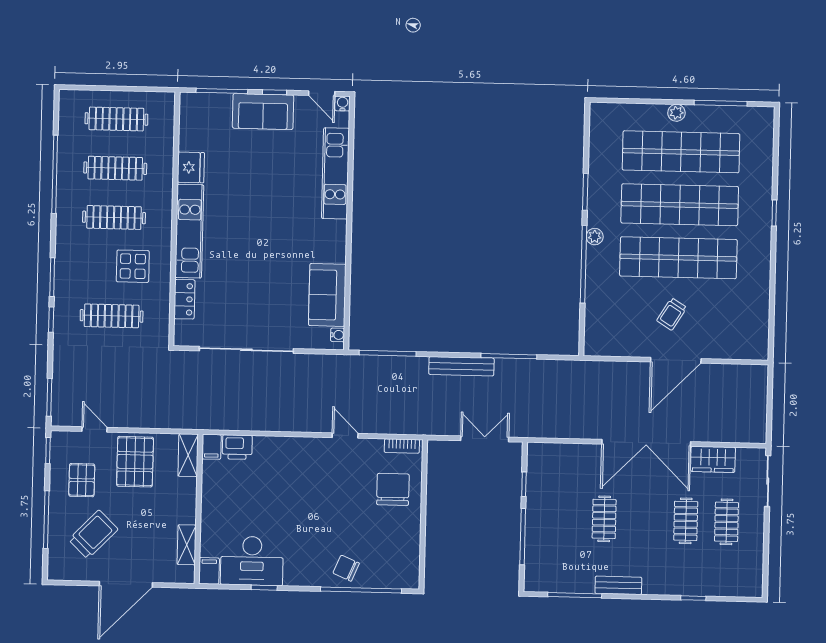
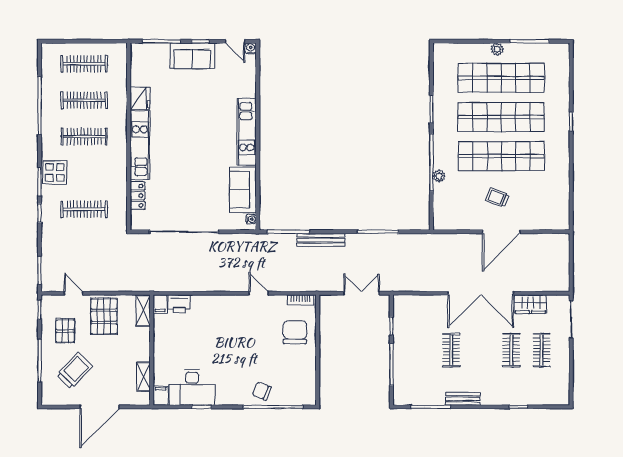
kitchen unit: (335, 173) -> (247, 132), moved
plant: (595, 237) -> (439, 176), moved
display table: (133, 266) -> (55, 172), moved
trolley: (672, 314) -> (497, 198), turned 79
bench: (461, 366) -> (321, 240), moved

